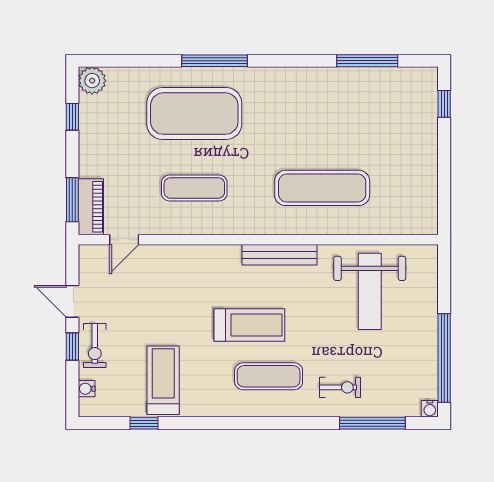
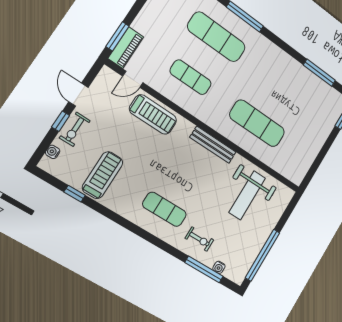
exercise mat: (194, 114) -> (217, 37), width x0.68
treadmill: (249, 325) -> (153, 115), moved
water cooler: (430, 409) -> (219, 267), moved

